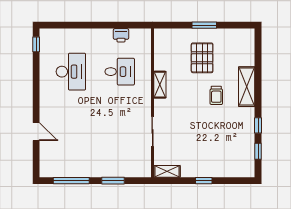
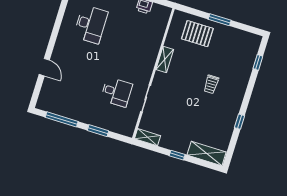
pallet: (202, 58) -> (197, 34), moved, turned 90
desk: (120, 72) -> (116, 92), moved
shelving: (247, 87) -> (207, 153), moved, turned 90
window: (258, 151) -> (258, 62), moved

